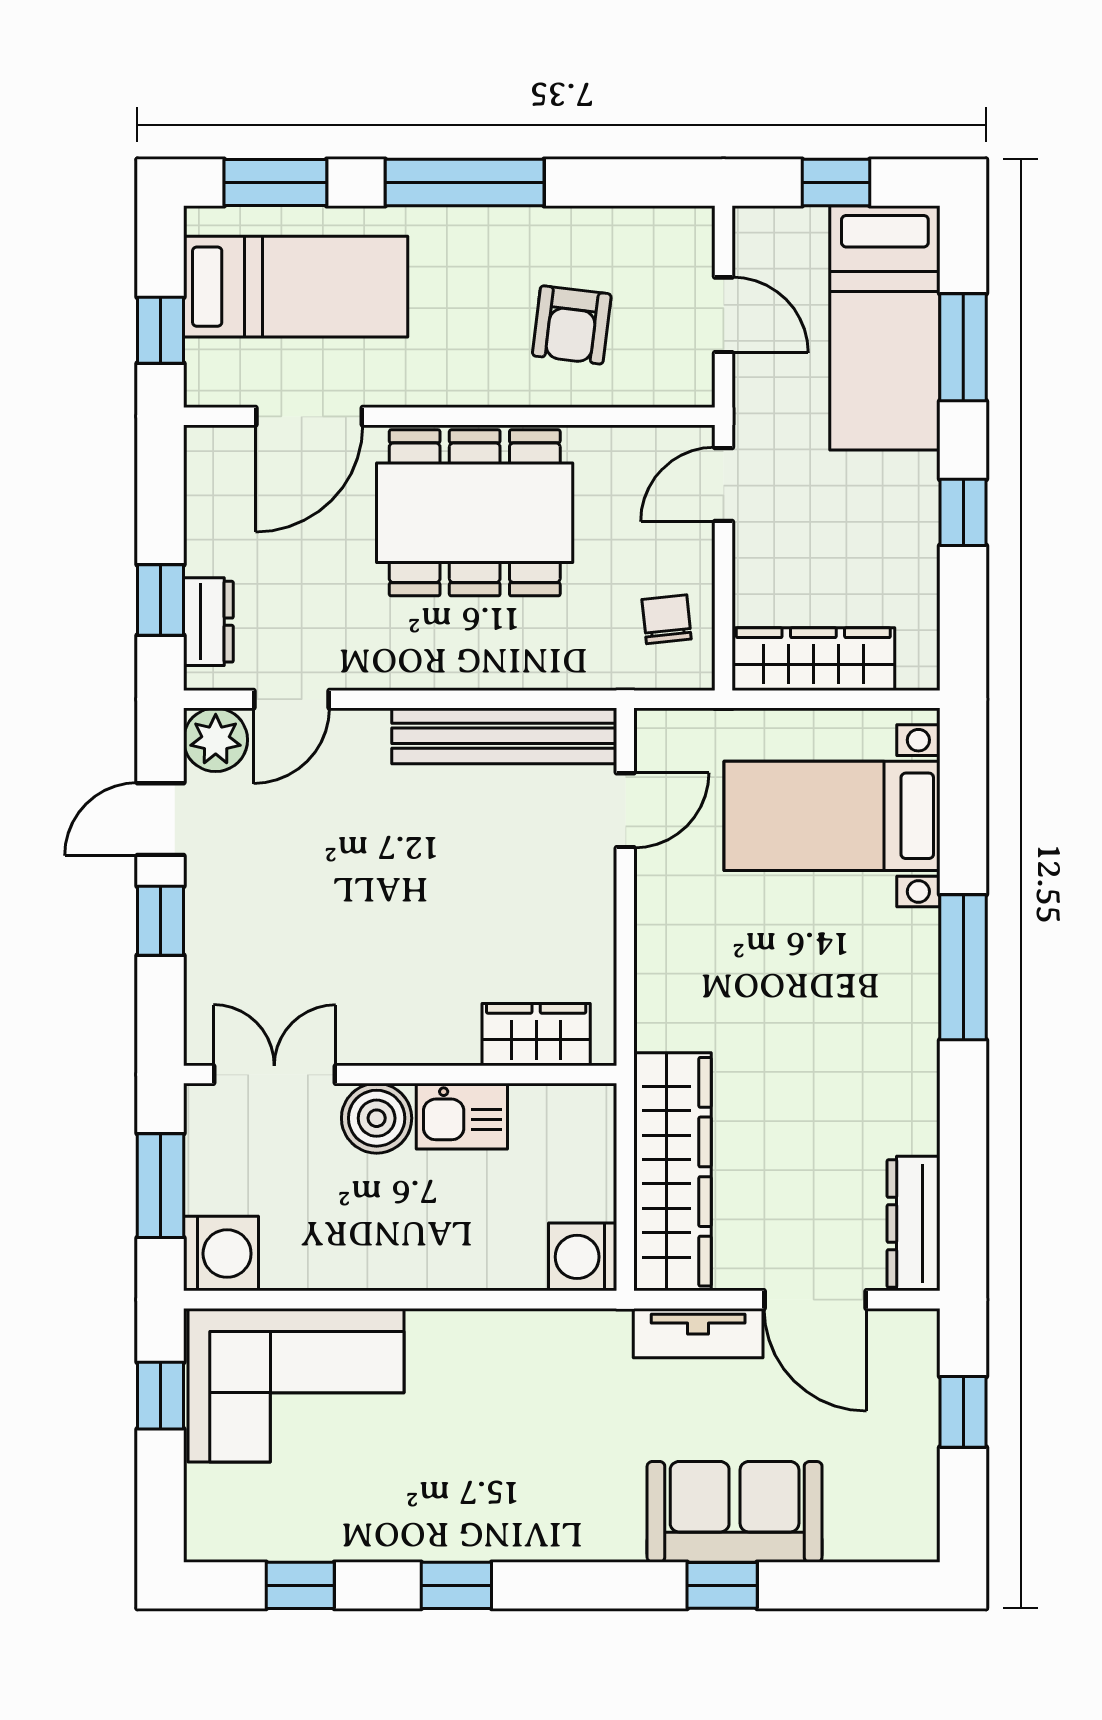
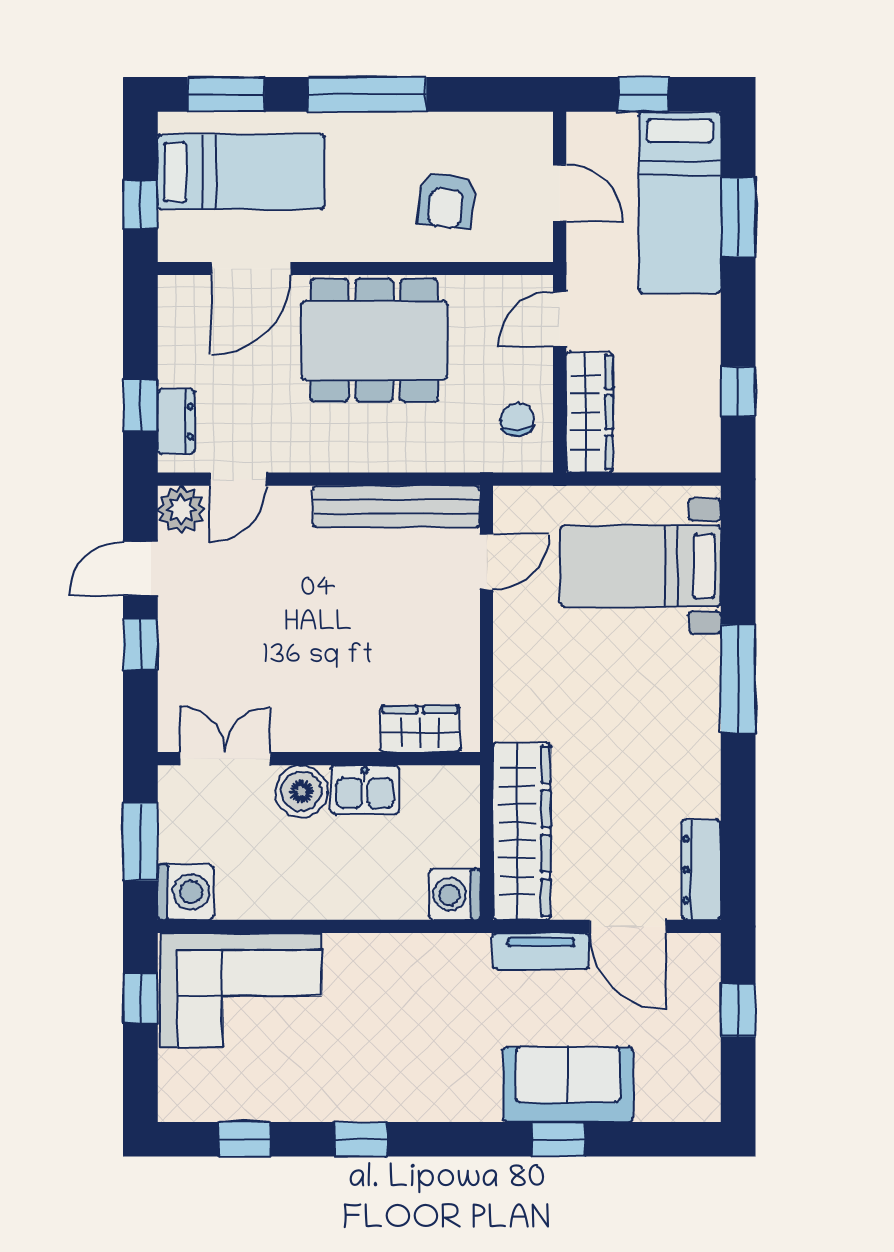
window: (963, 512) -> (738, 391), moved
wardrobe: (813, 659) -> (589, 412), moved, turned 90

